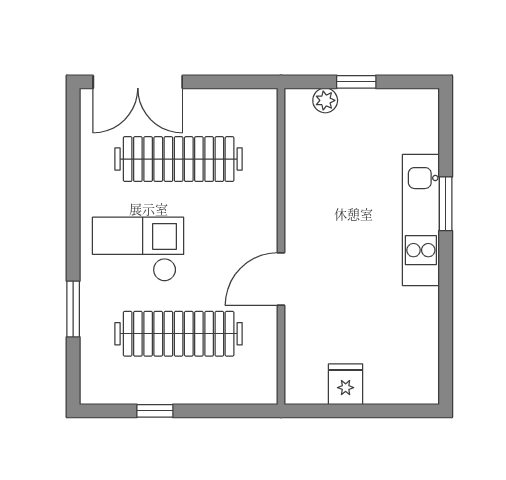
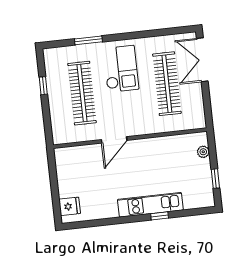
window: (356, 82) -> (215, 179), moved
window: (446, 204) -> (160, 216), width x0.67
door: (281, 279) -> (114, 140), swing flipped
fridge: (346, 384) -> (70, 206), moved

